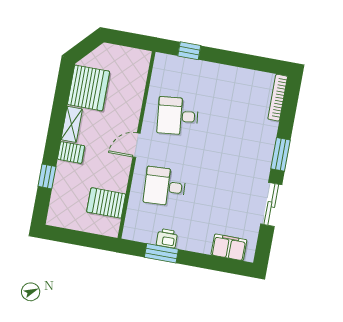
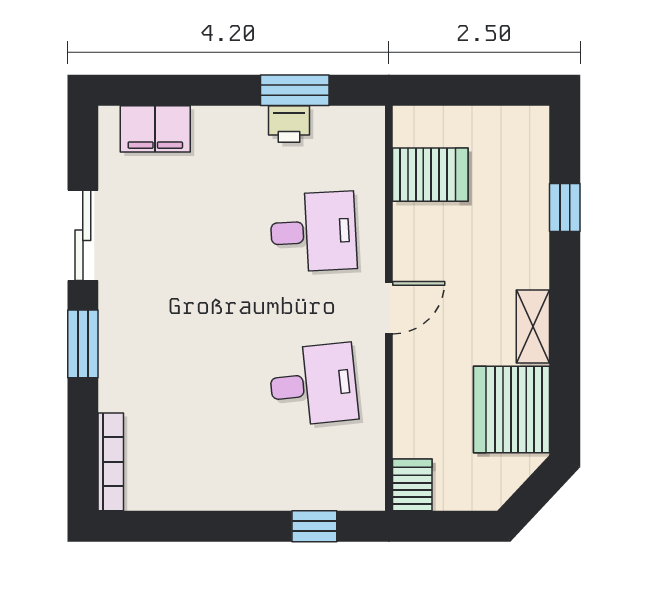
server rack: (71, 152) -> (412, 485), moved, turned 90

